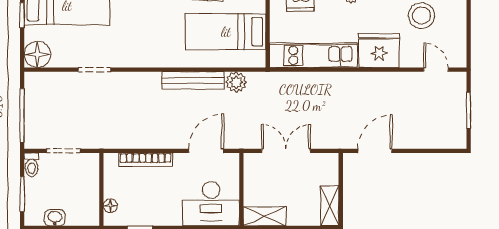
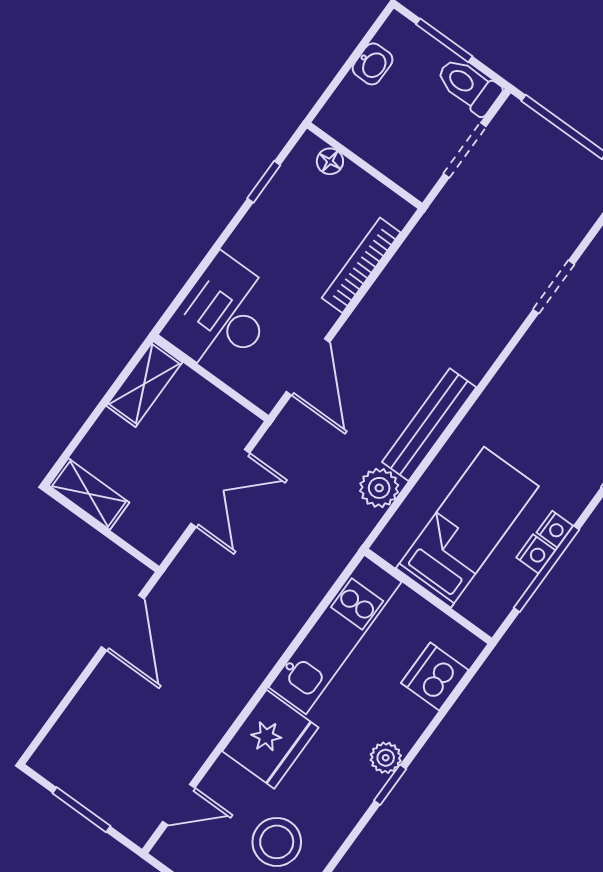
toilet: (32, 165) -> (468, 86), width x1.37, depth x1.39

